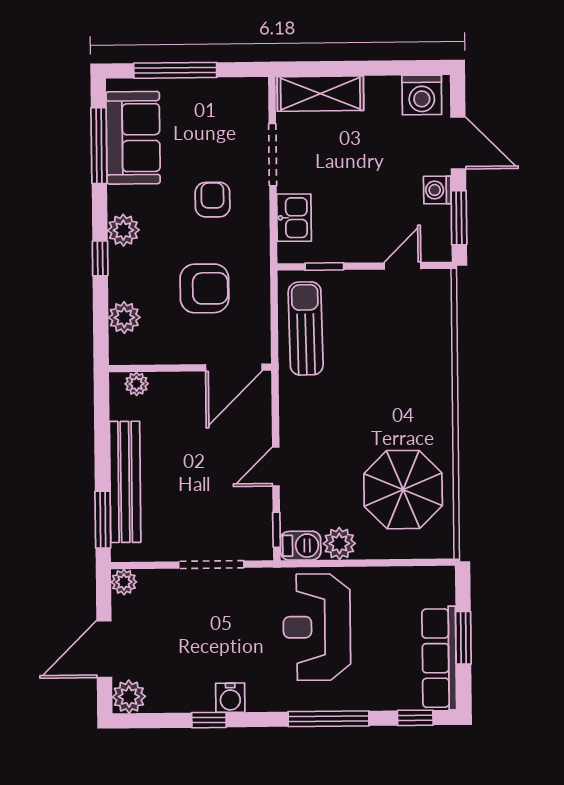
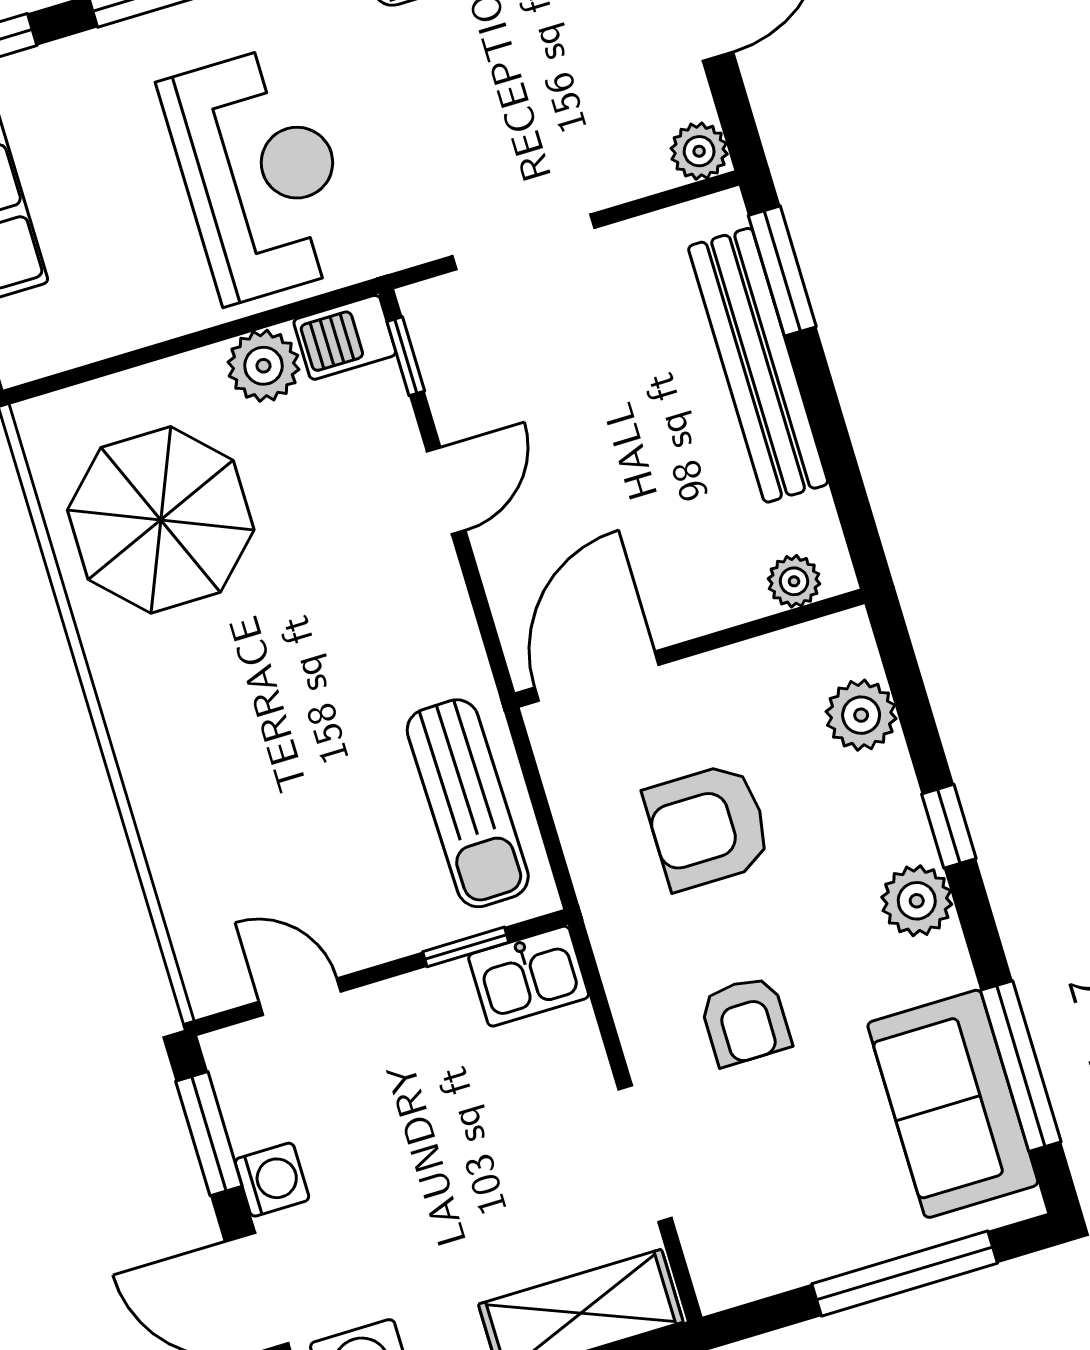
kitchen sink: (294, 218) -> (529, 976), moved, turned -90
door: (402, 266) -> (300, 997), swing flipped

